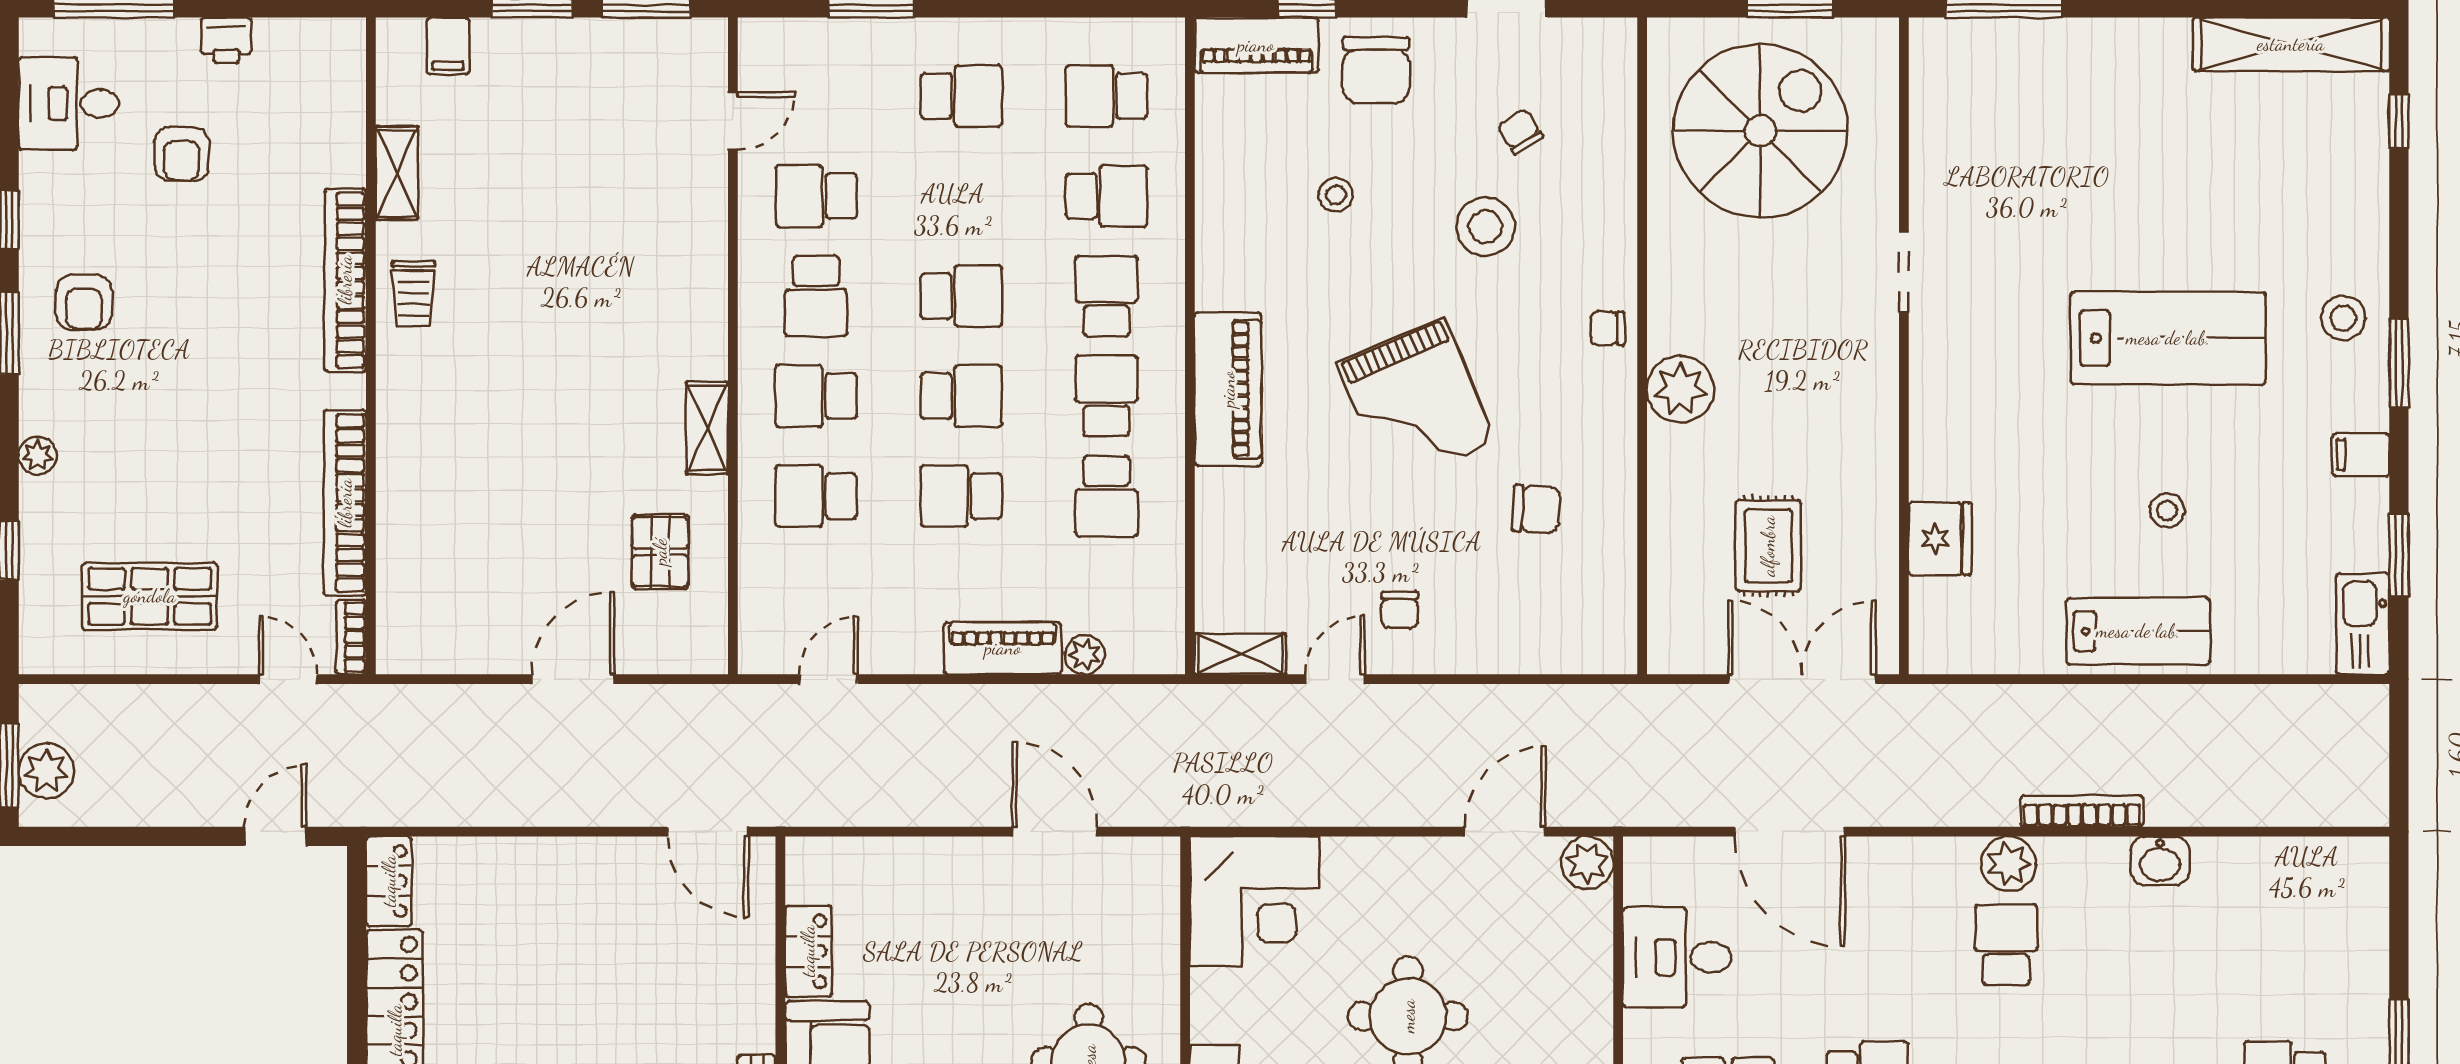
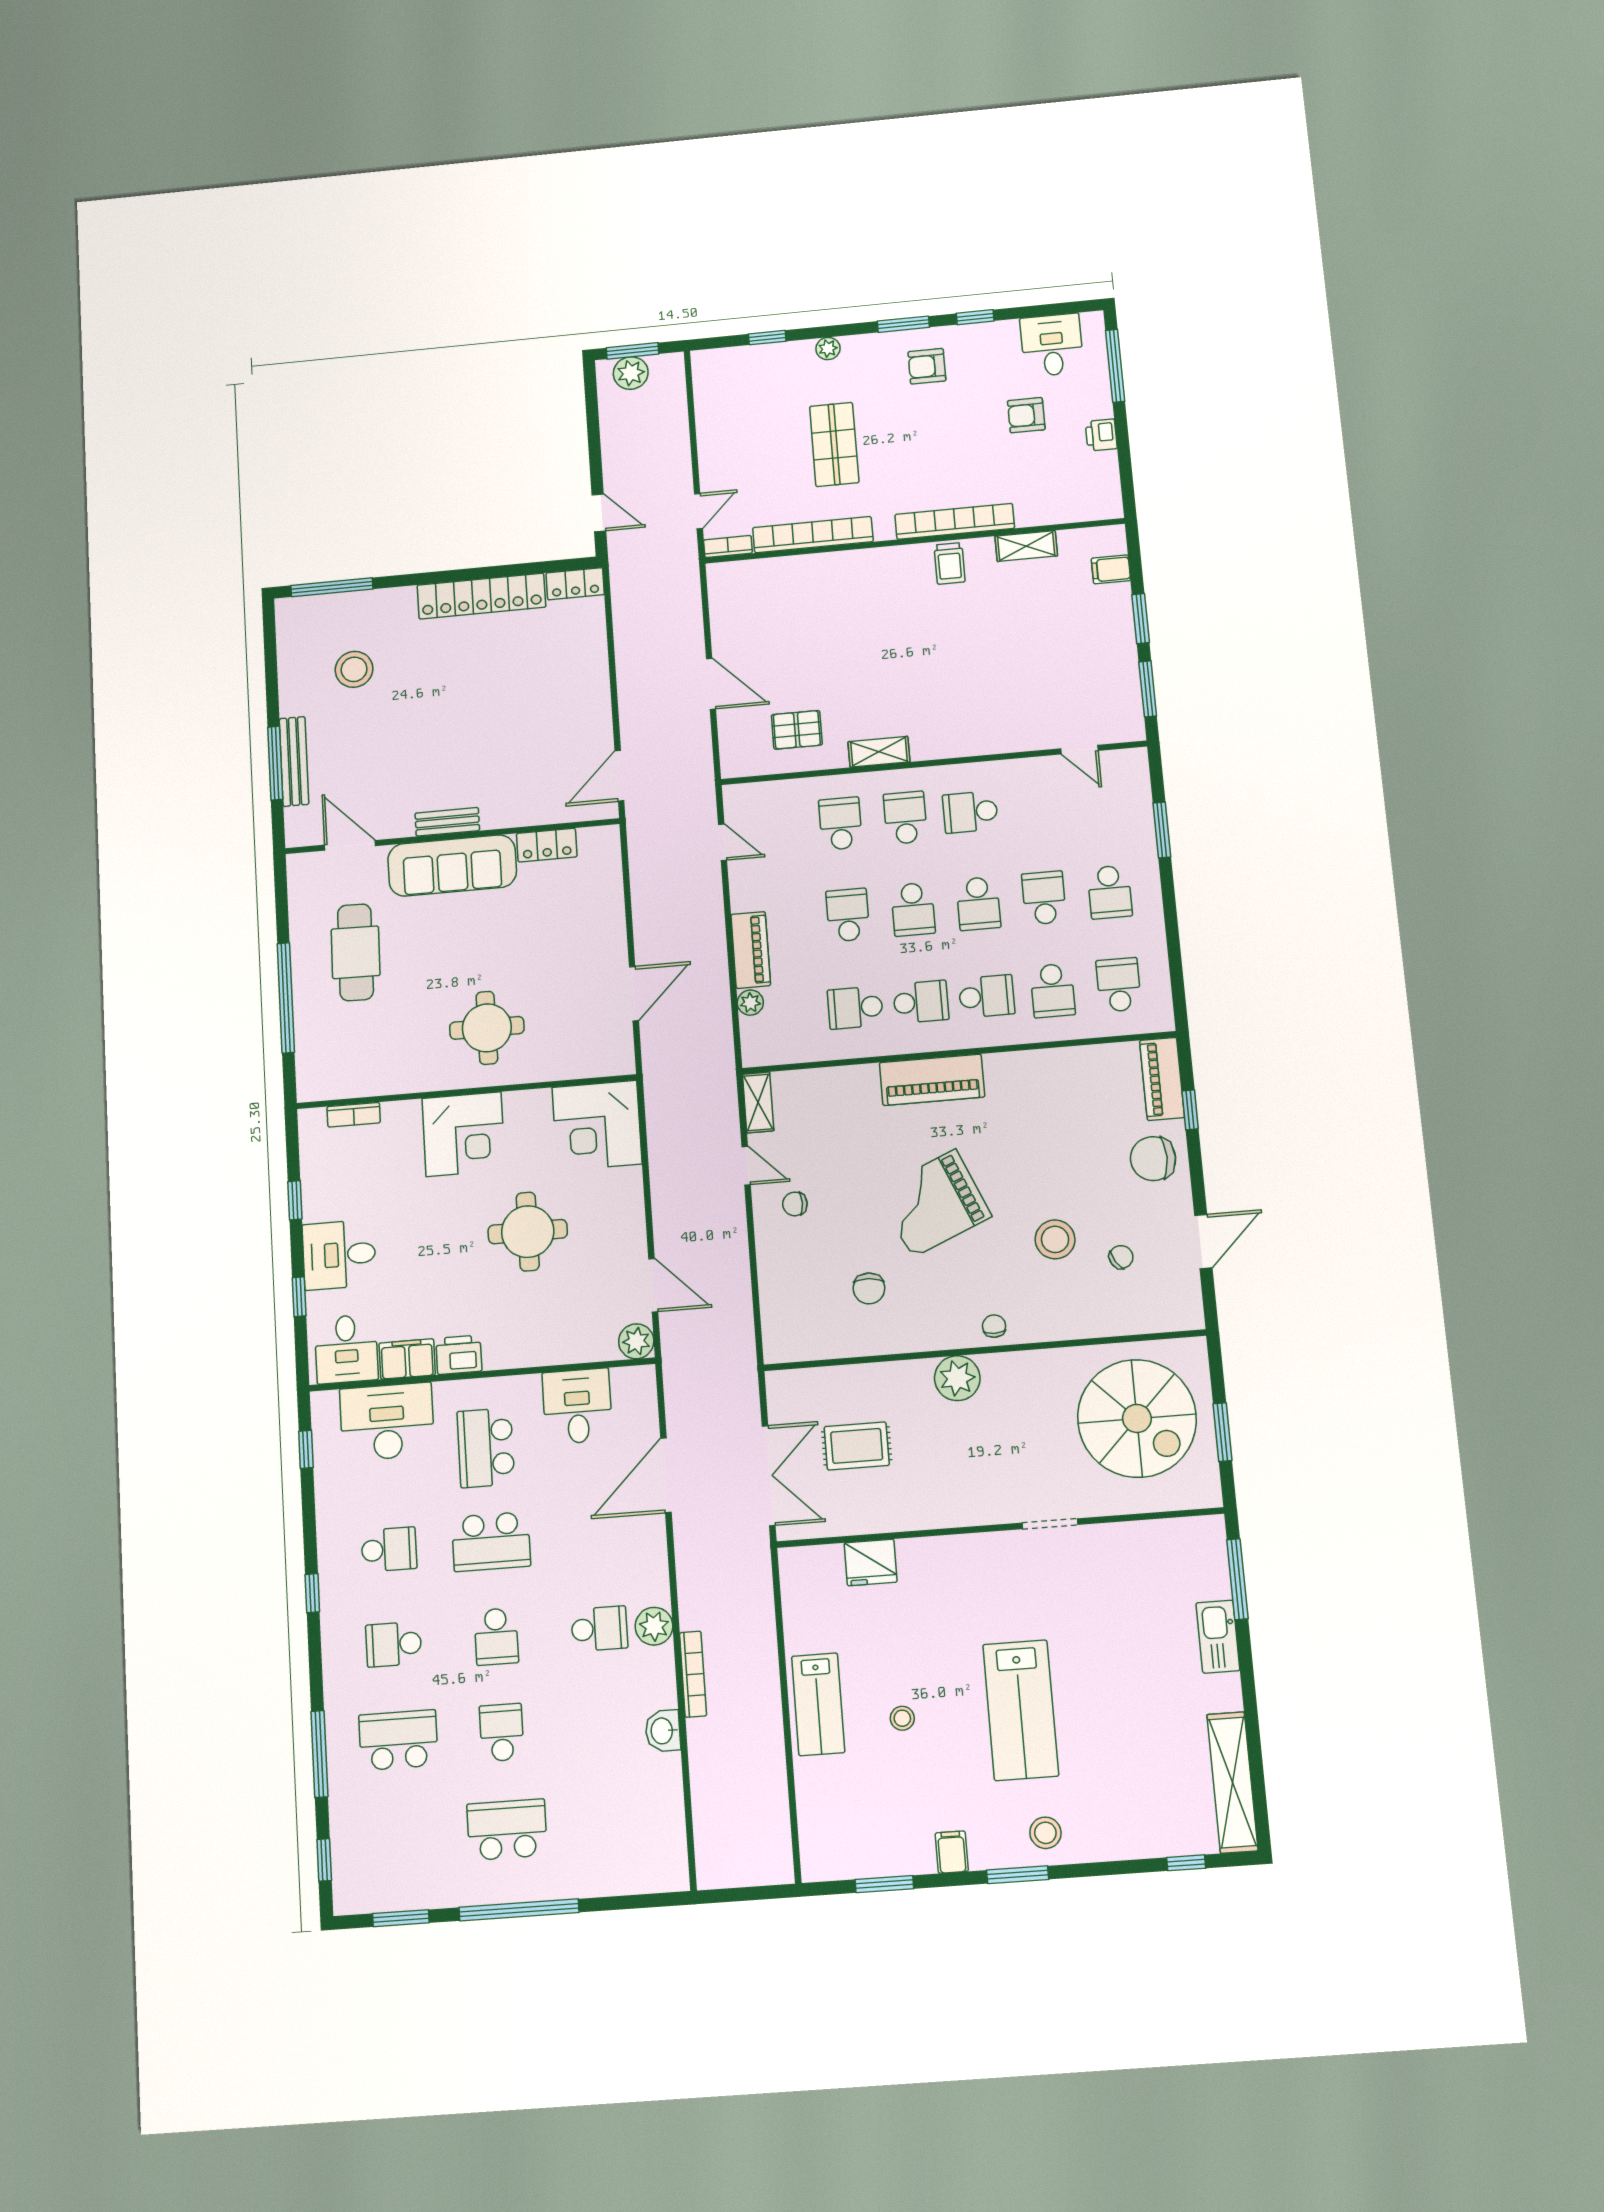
stool: (1336, 195) -> (1067, 1139), removed
school desk: (816, 196) -> (1044, 898), moved
trolley: (413, 294) -> (950, 563), turned -90
shop shelf: (150, 596) -> (834, 444), moved
kitchen sink: (2363, 624) -> (1218, 1637), moved, turned -90

